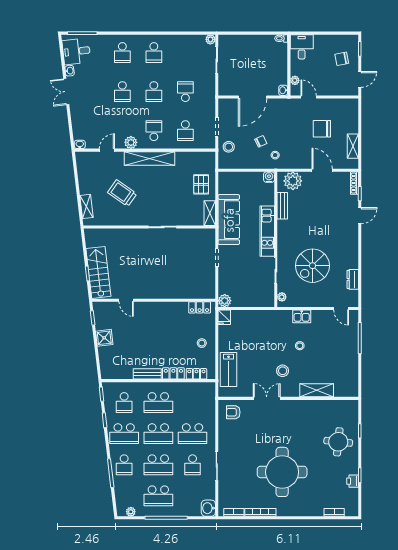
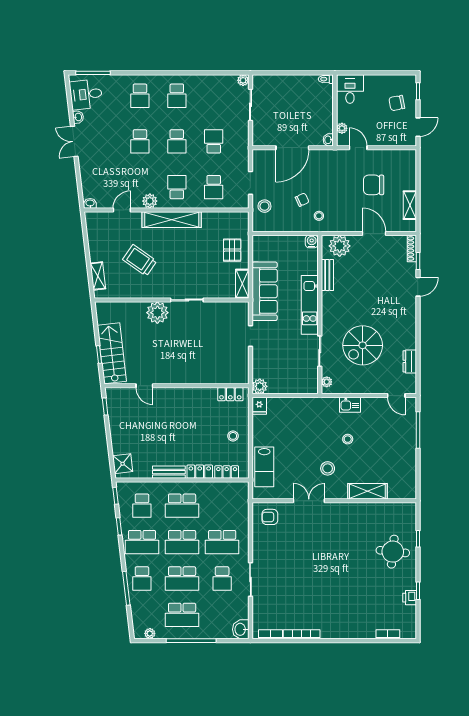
plant: (137, 238) -> (157, 313), added
shower: (104, 338) -> (123, 464), moved
round table: (282, 472) -> (327, 587), removed

